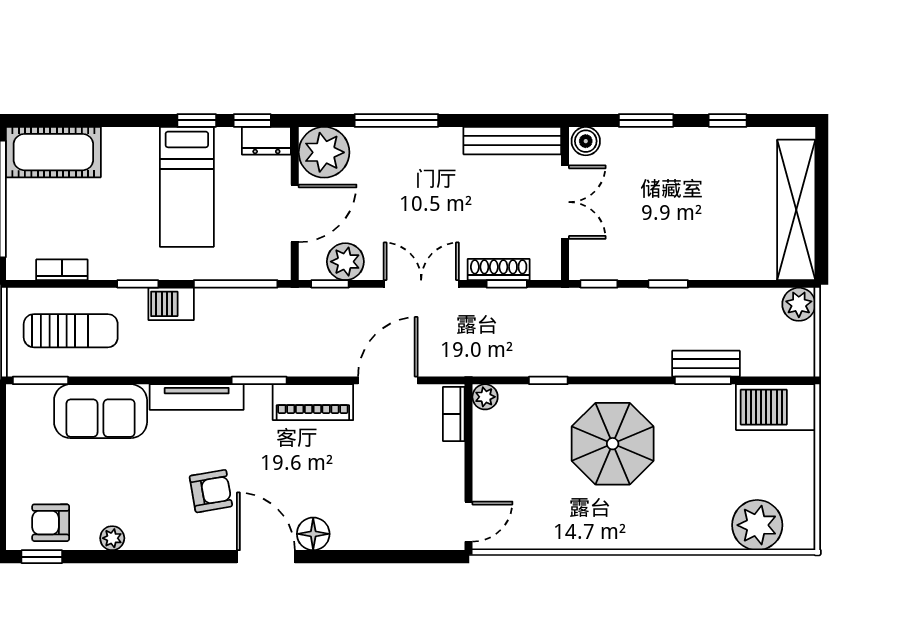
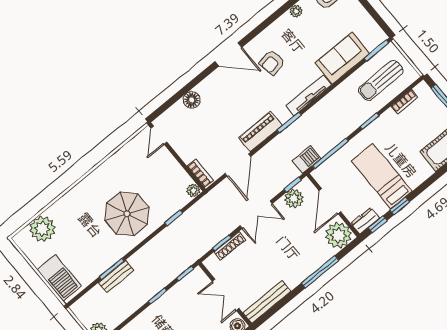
barbecue: (171, 304) -> (307, 160), moved
barbecue: (776, 407) -> (59, 278), moved, turned 90
floor lamp: (313, 534) -> (192, 100), moved

